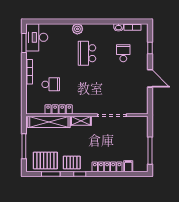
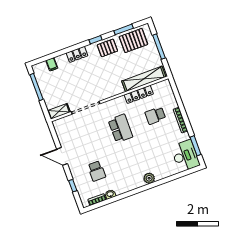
school desk: (87, 53) -> (120, 128), moved
shelving: (81, 121) -> (59, 111), moved
locker: (107, 167) -> (77, 54), width x0.66

